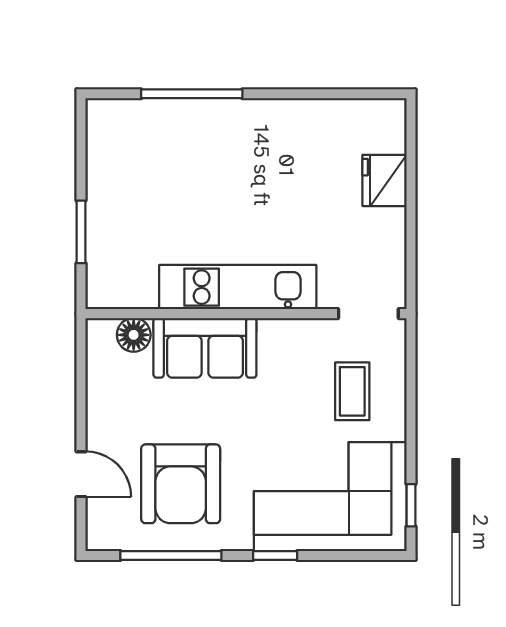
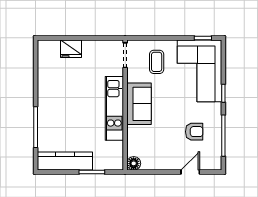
kitchen counter: (108, 166) -> (65, 161), added
floor lamp: (134, 335) -> (134, 163), moved
sofa: (205, 348) -> (139, 104), moved
coffee table: (352, 391) -> (157, 62), turned 90
armchair: (181, 484) -> (194, 132), width x0.53, depth x0.53

